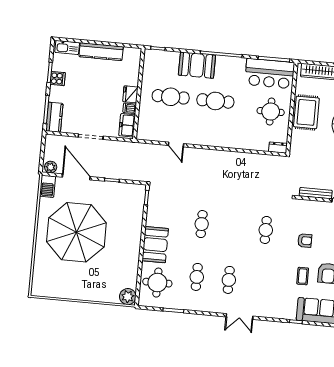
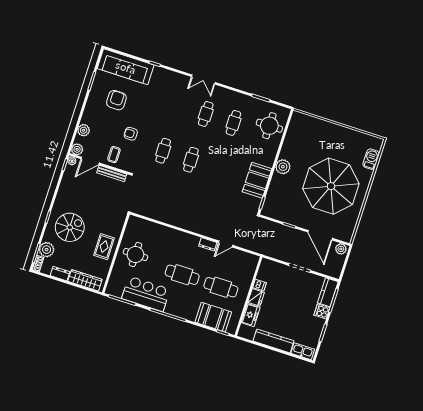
booth: (197, 65) -> (213, 317), moved
bar counter: (270, 73) -> (146, 294), moved
cooker: (58, 79) -> (322, 311), moved
rug: (306, 112) -> (104, 247), width x0.73, depth x0.70
freezer: (127, 125) -> (251, 315), moved
door: (176, 145) -> (226, 244), swing flipped
dresser: (278, 148) -> (208, 244), moved
barbecue: (48, 186) -> (371, 159), moved
cafe table: (202, 224) -> (191, 160), moved
booth: (155, 245) -> (257, 180), moved
coffee table: (303, 276) -> (114, 155), moved
plant: (128, 297) -> (283, 167), moved
double door: (240, 316) -> (203, 79), swing flipped

